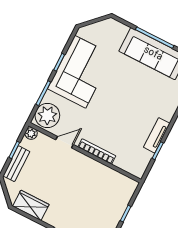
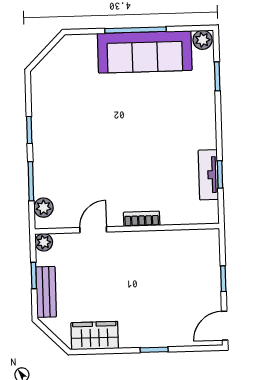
corner sofa: (80, 72) -> (63, 127), removed
plant: (47, 115) -> (44, 208), width x0.53, depth x0.53
tv unit: (157, 135) -> (208, 175), moved
bookcase: (97, 151) -> (142, 219), width x0.64

